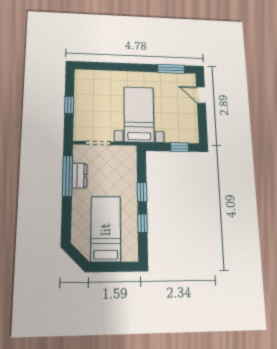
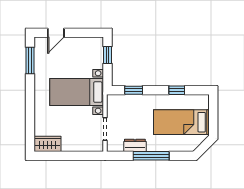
wardrobe: (83, 83) -> (47, 144), added
window: (69, 105) -> (69, 156), removed
window: (67, 176) -> (151, 156), moved
window: (142, 192) -> (134, 90), moved

